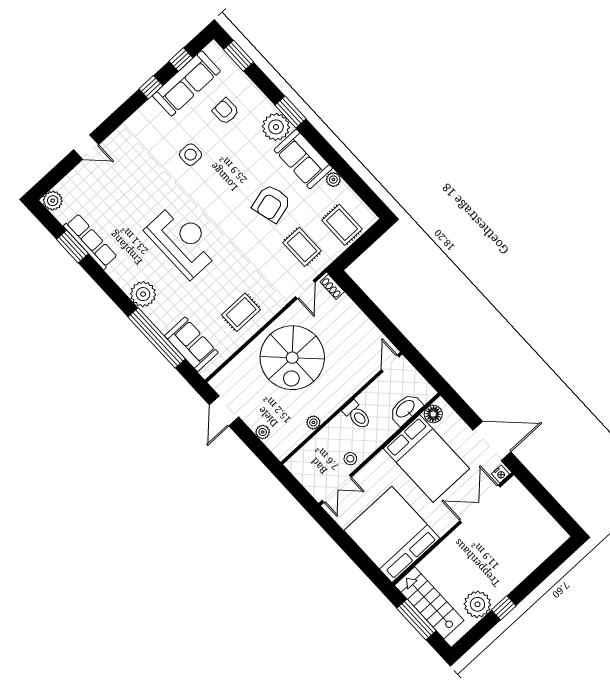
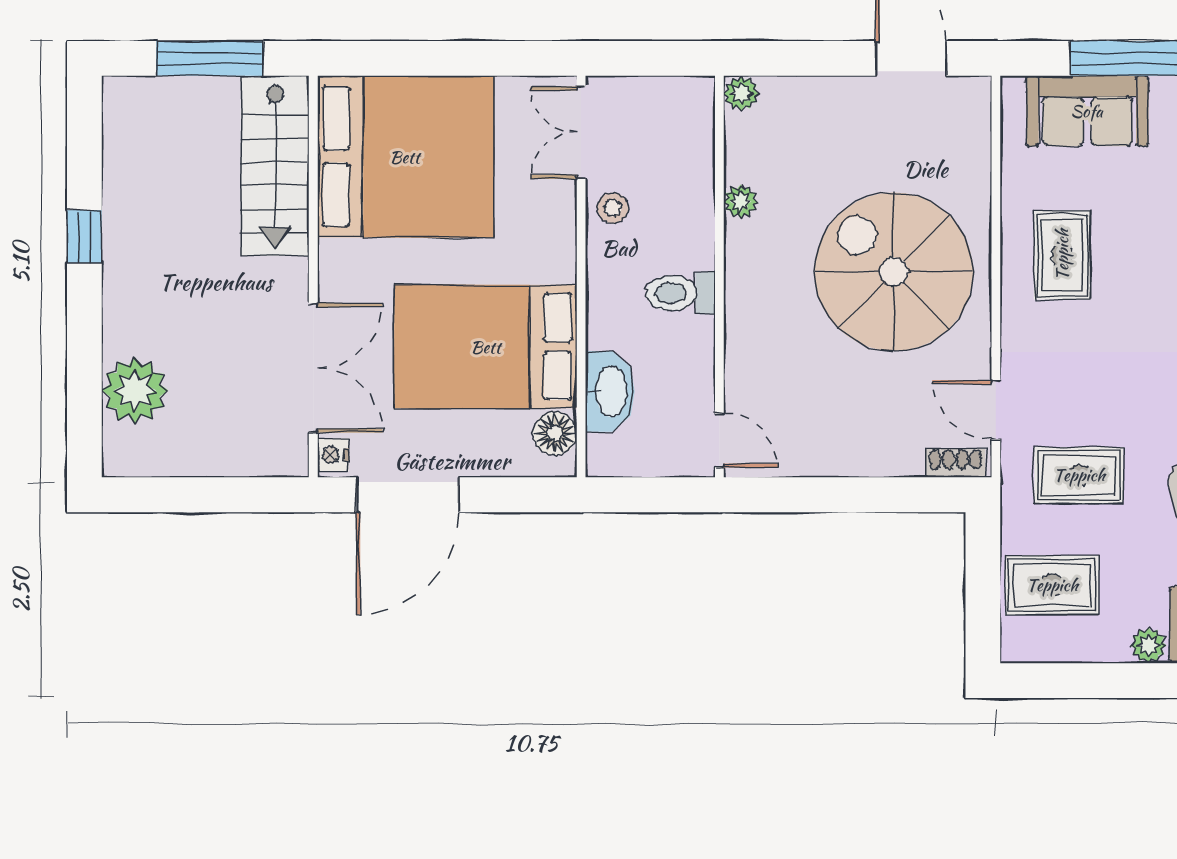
plant: (263, 432) -> (741, 93), moved
stairs: (429, 603) -> (275, 166), moved, turned 90
plant: (477, 604) -> (135, 390), moved

